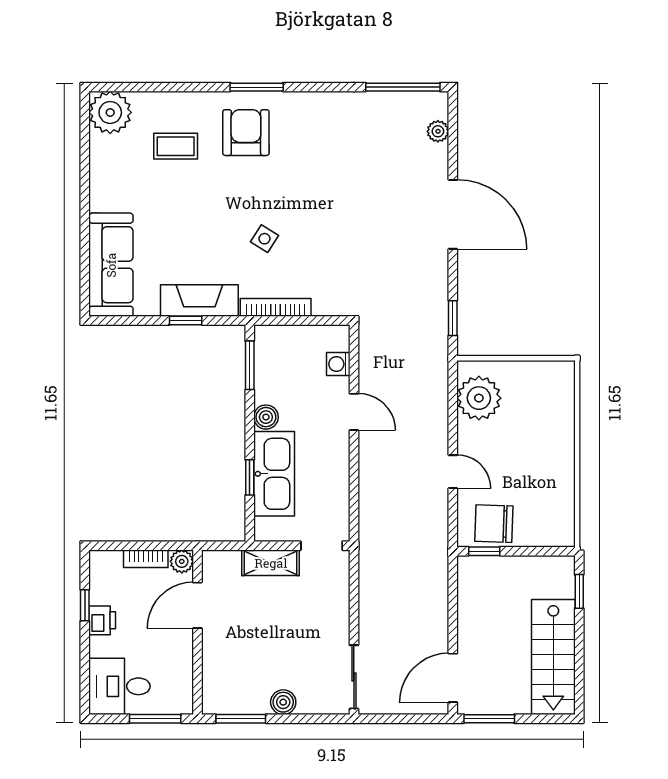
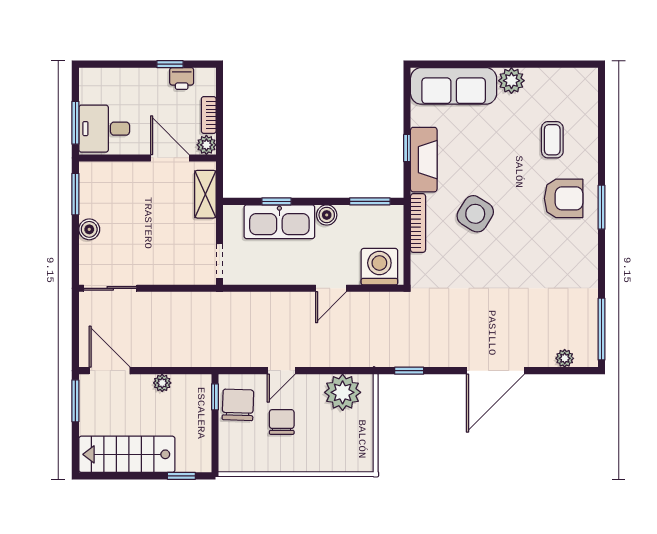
plant: (110, 112) -> (511, 81), moved, width x0.73, depth x0.73
side table: (264, 239) -> (475, 214), width x1.87, depth x1.87
washing machine: (338, 364) -> (379, 267), width x1.89, depth x1.89
chair: (514, 471) -> (282, 422), added
shelving: (271, 563) -> (205, 194), moved
plant: (468, 615) -> (162, 383), added
printer: (102, 620) -> (182, 79), moved
desk: (119, 686) -> (104, 129), moved, turned -90

